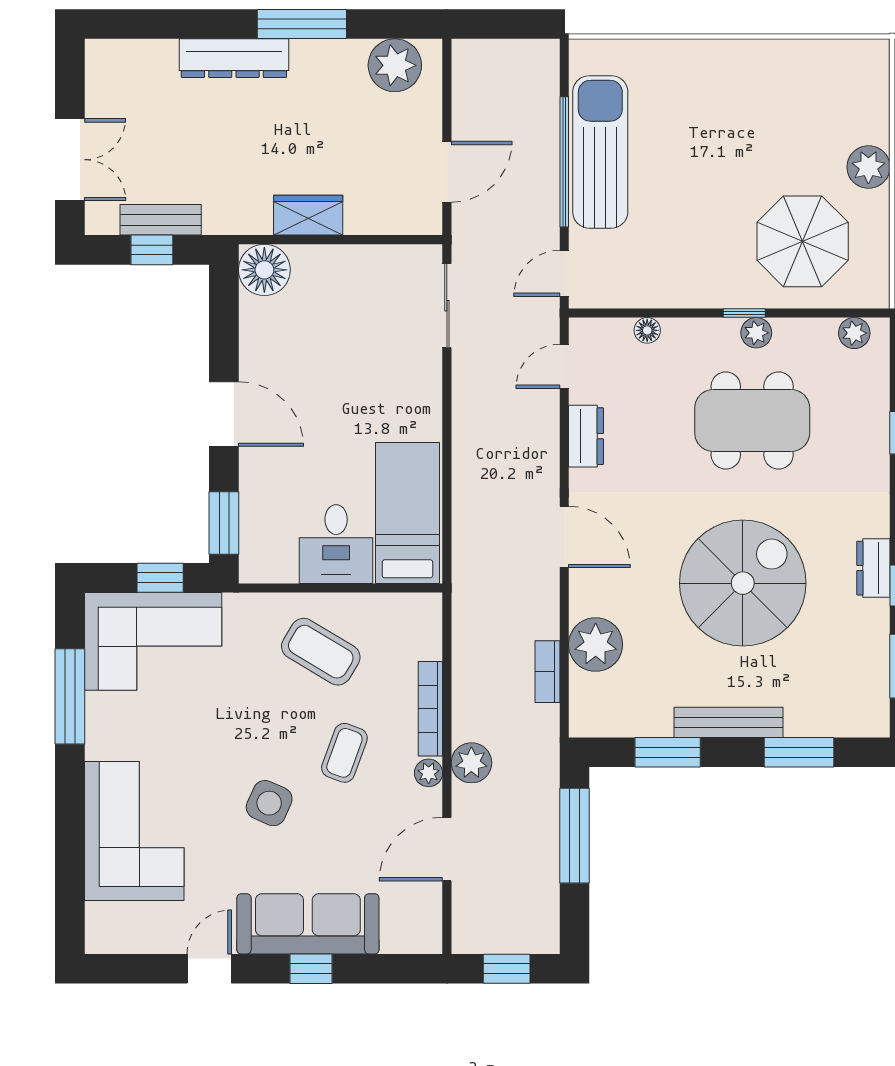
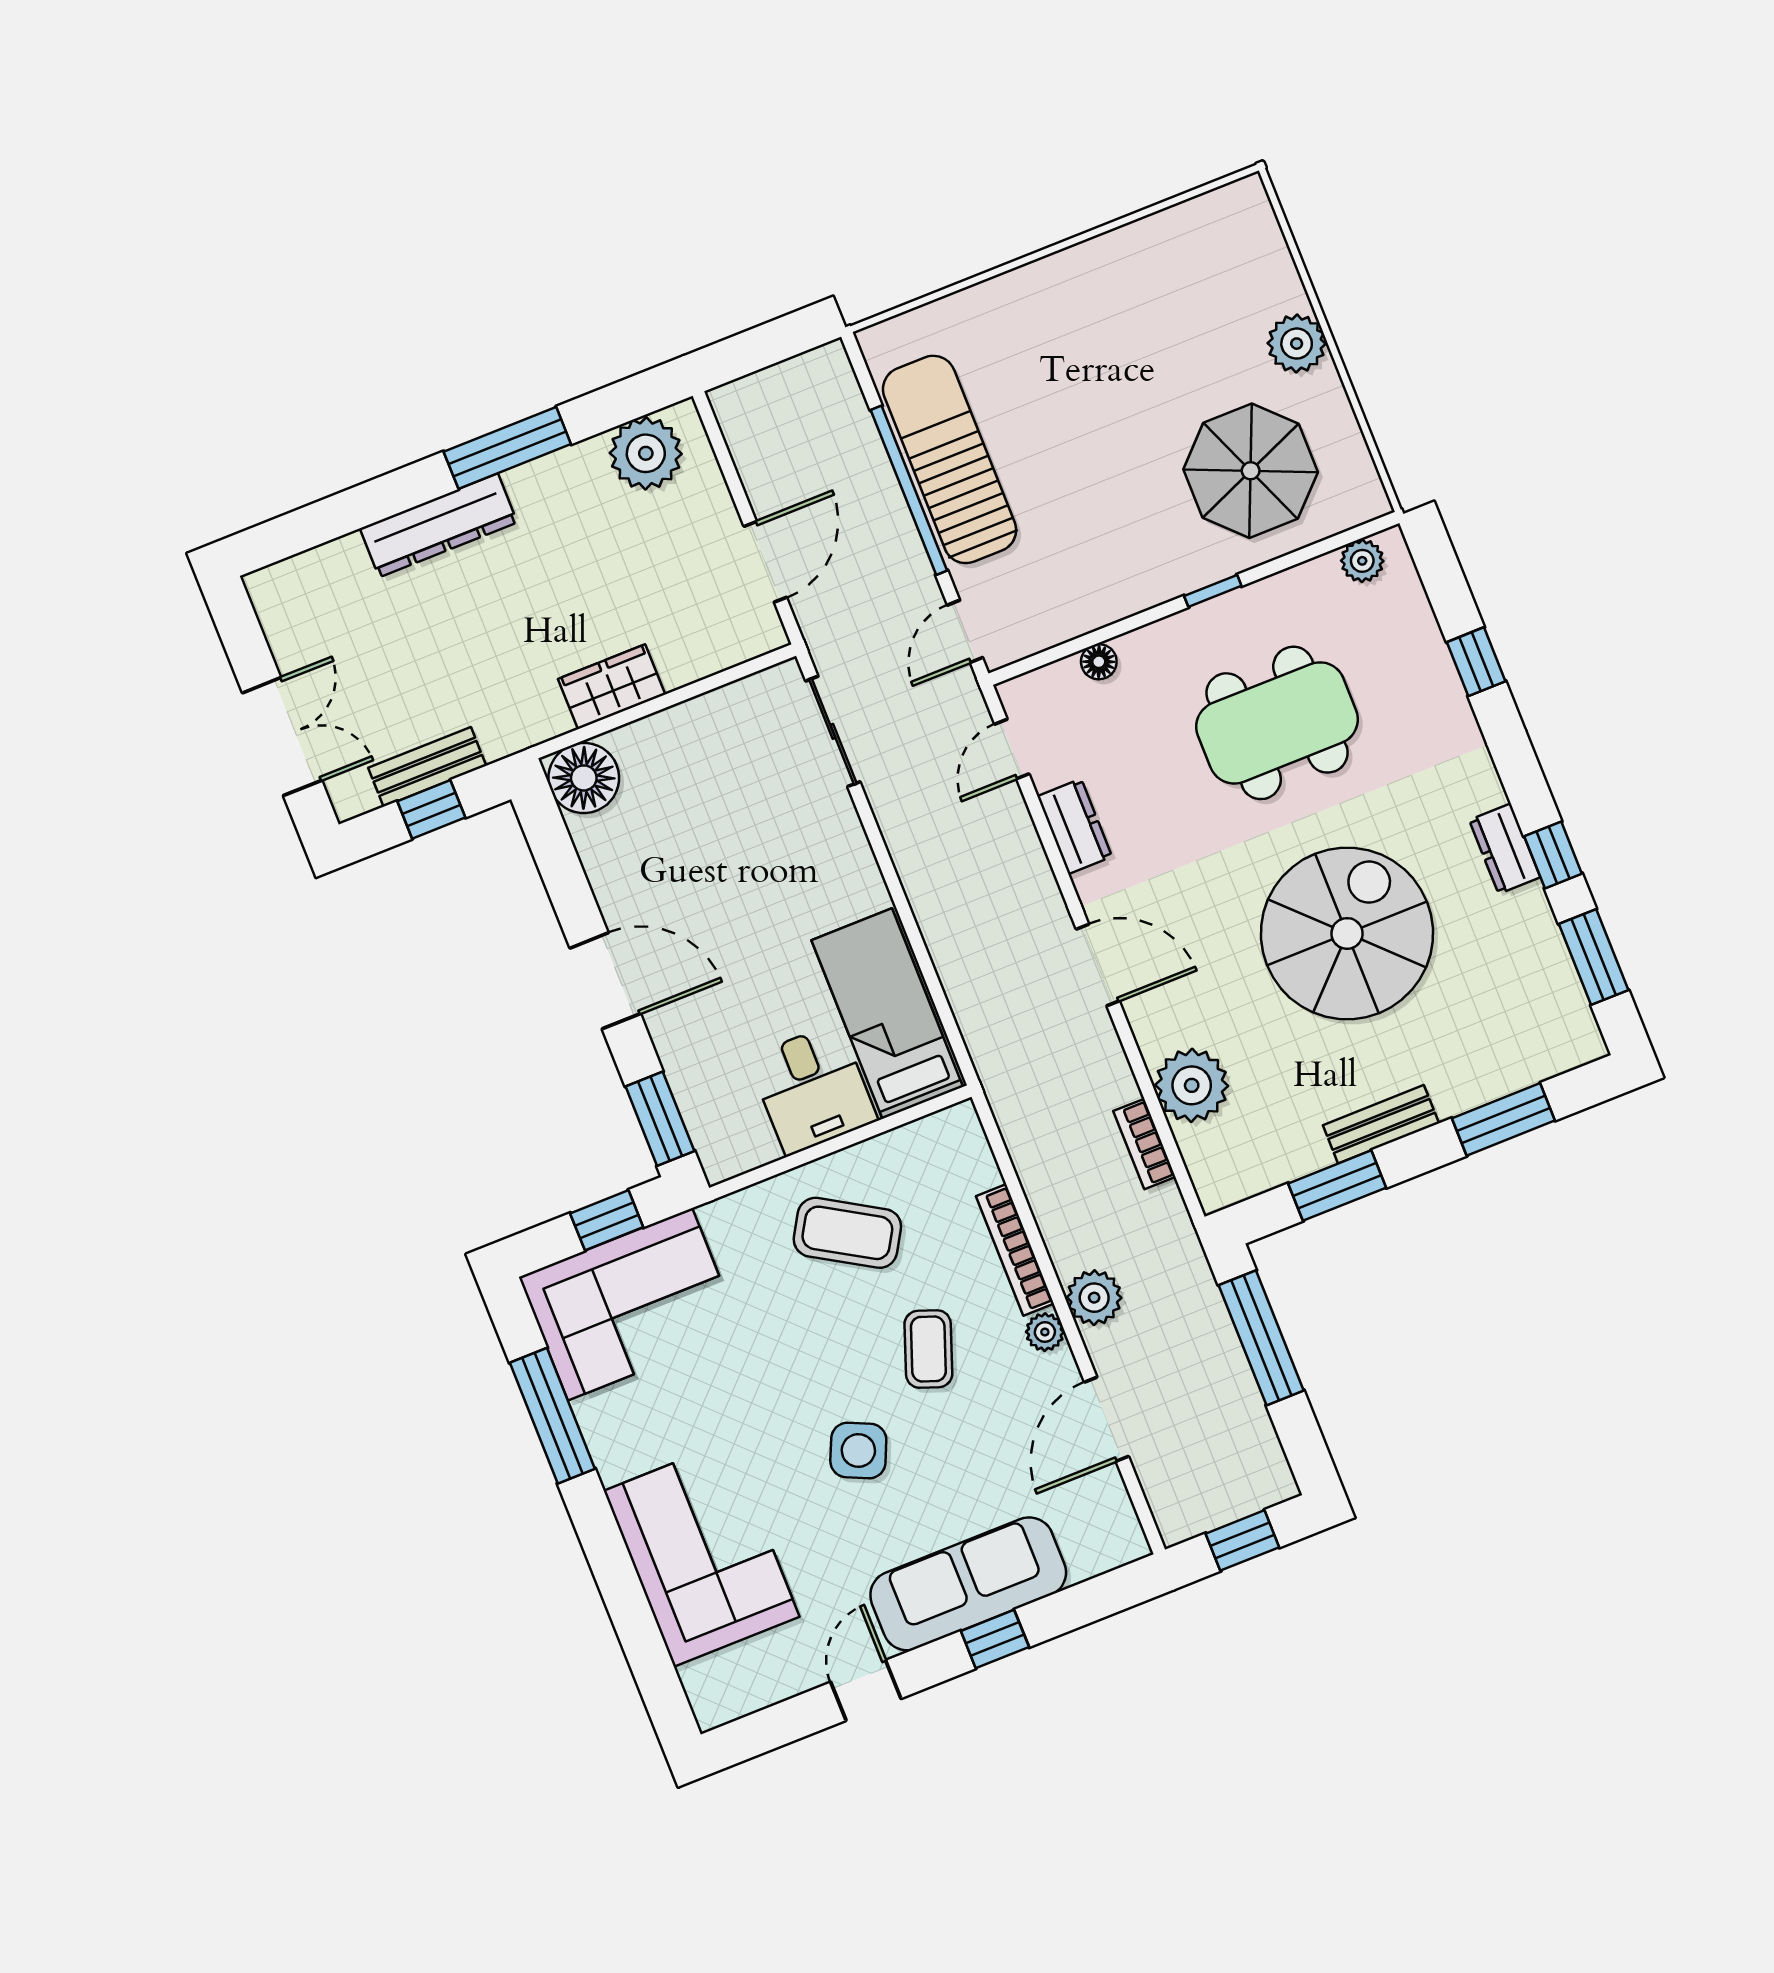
plant: (756, 333) -> (1238, 610), removed
bench: (729, 722) -> (1381, 1124), width x0.73

